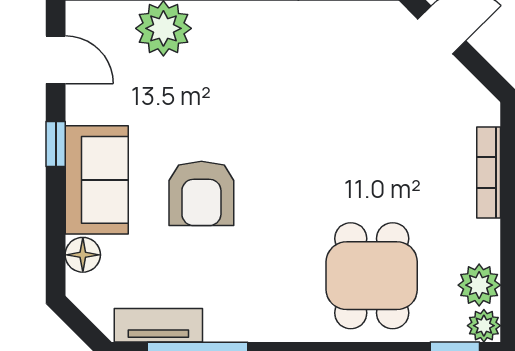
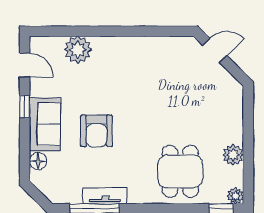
bookcase: (489, 172) -> (238, 121), removed
plant: (479, 285) -> (233, 155), moved
tv unit: (158, 325) -> (105, 196), moved

